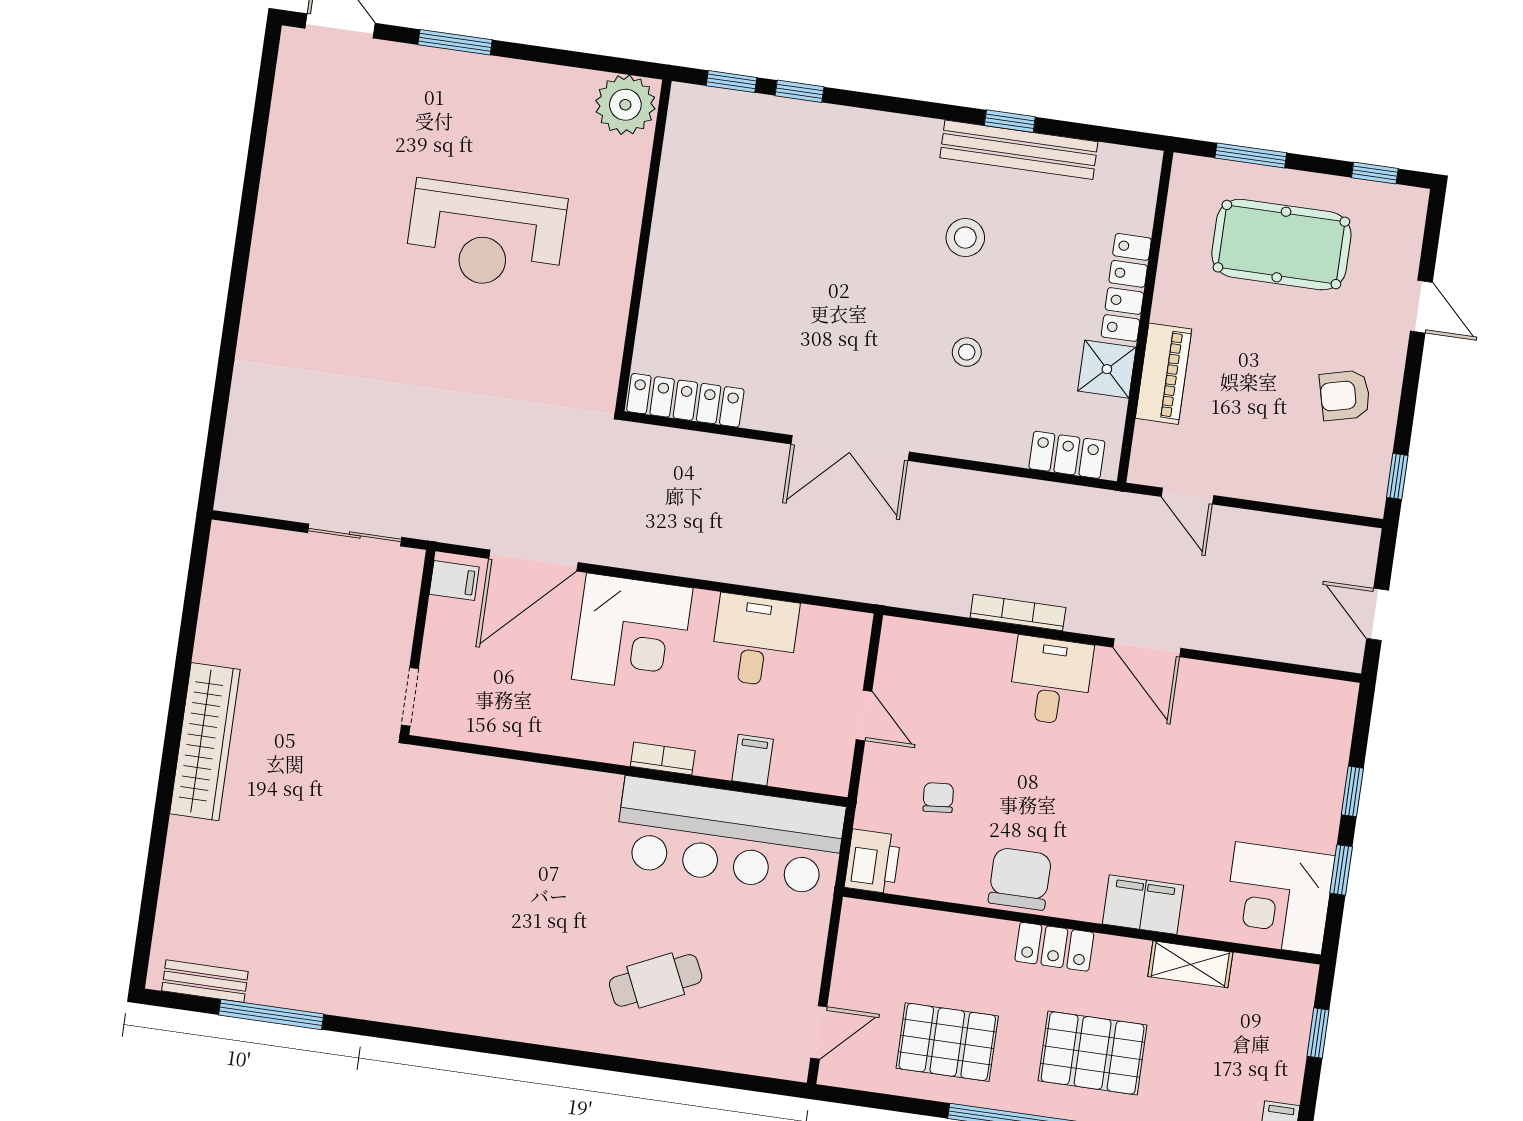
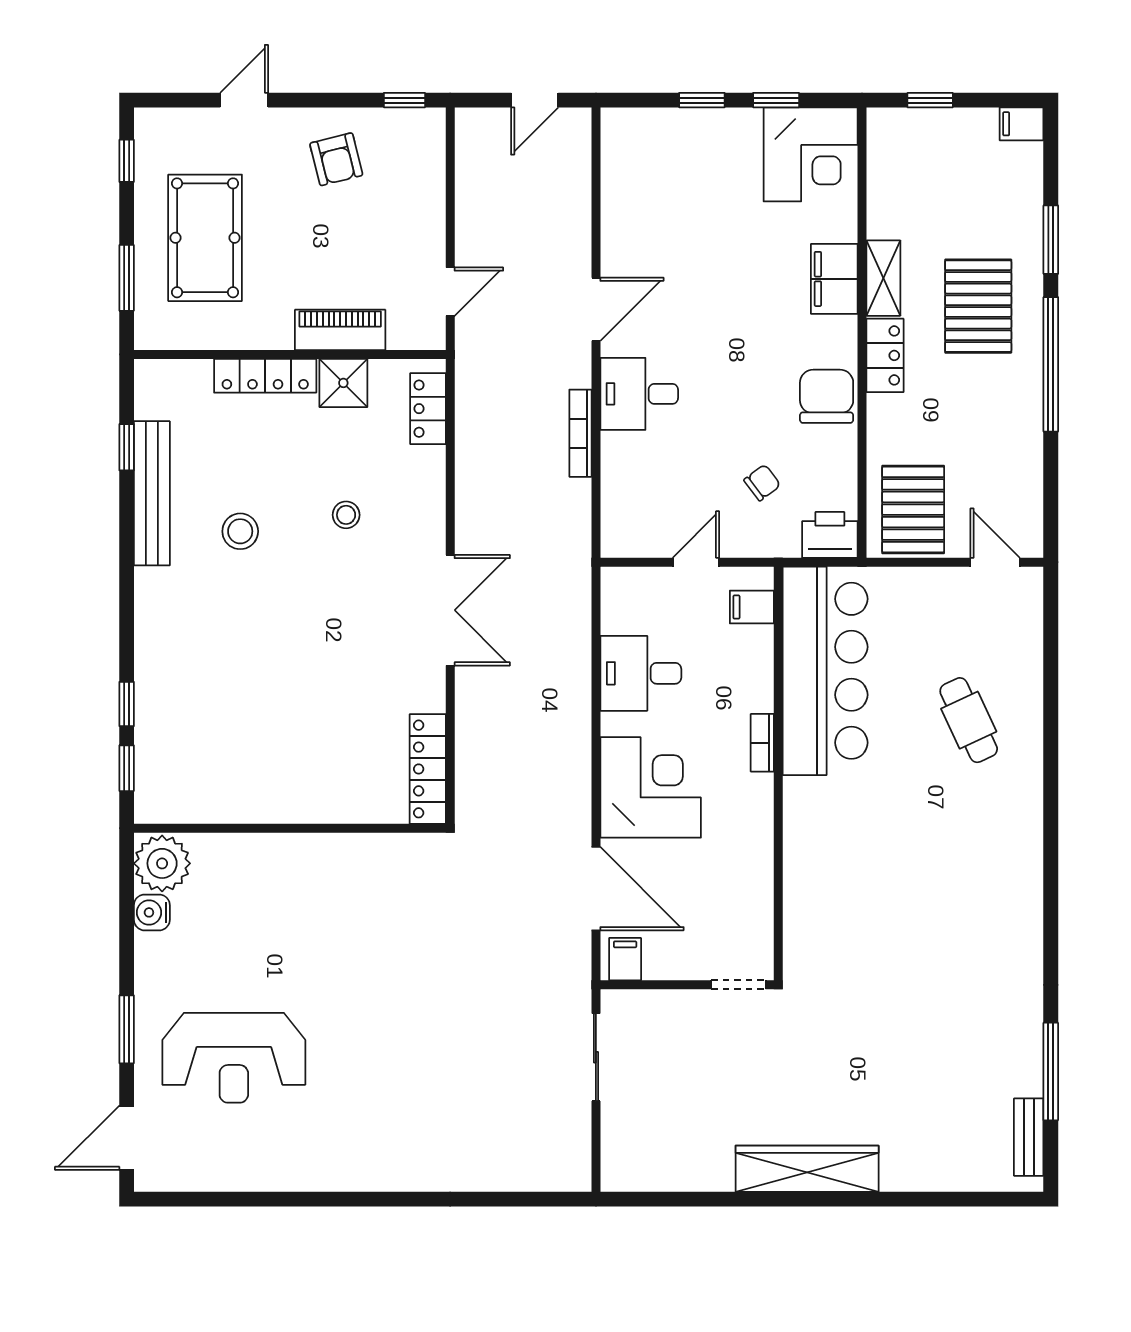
water cooler: (575, 87) -> (152, 912), added
window: (1010, 121) -> (127, 447), moved
reception desk: (486, 235) -> (234, 1058), moved, turned 90
filing cabinet: (753, 760) -> (752, 607), moved
chair: (938, 798) -> (762, 483), turned 148
chair: (1020, 879) -> (827, 396), turned 90
shelving: (1190, 964) -> (883, 278), moved
pallet: (947, 1042) -> (913, 510), moved

